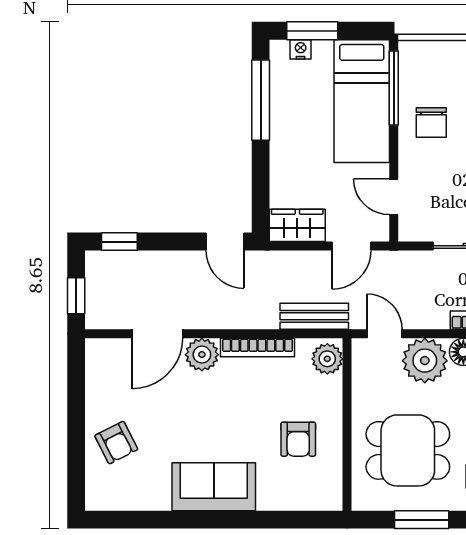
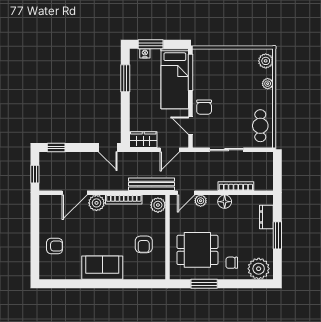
window: (261, 100) -> (125, 78), width x0.69
chair: (431, 122) -> (204, 107), moved
bench: (314, 316) -> (152, 184), width x1.36
door: (385, 334) -> (186, 193), swing flipped
plant: (425, 361) -> (201, 201), width x0.53, depth x0.53
armchair: (116, 443) -> (55, 246), turned -63

